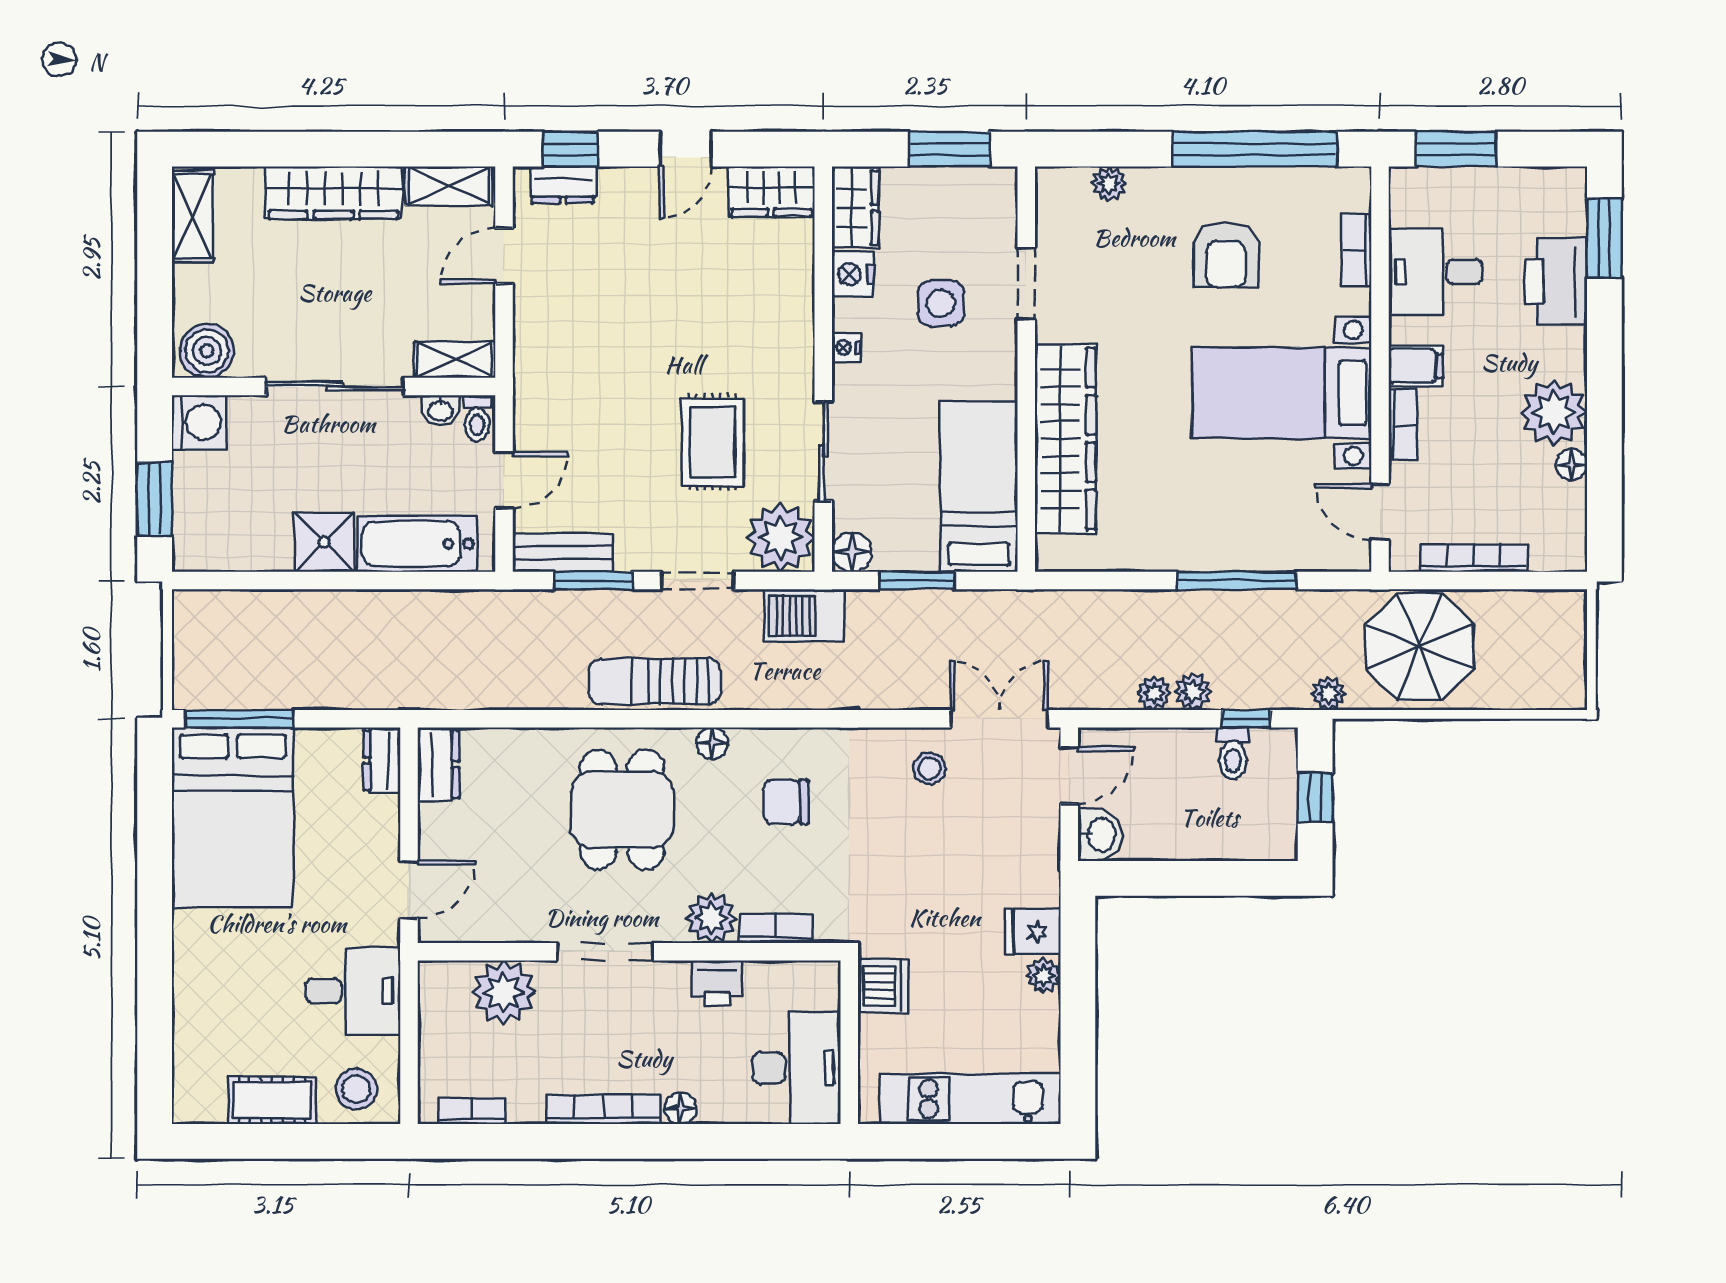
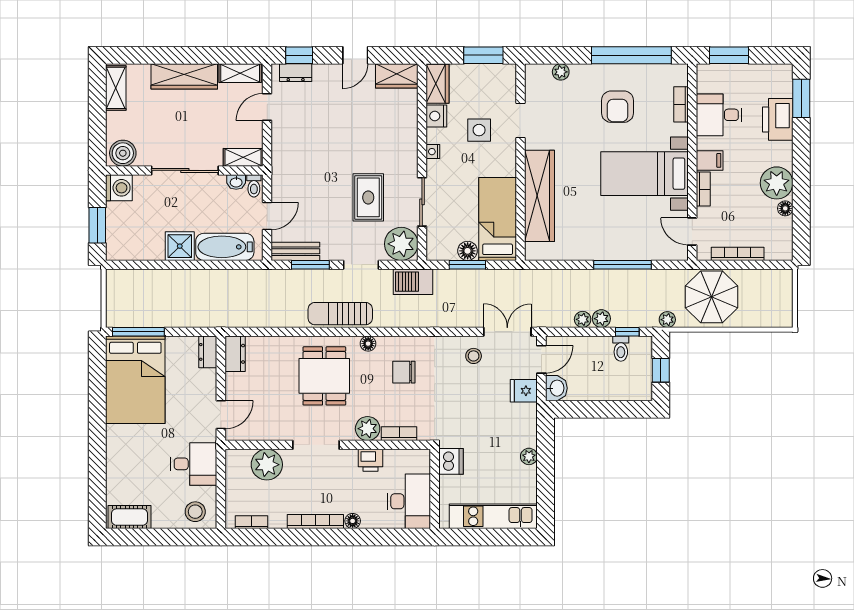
floor lamp: (852, 552) -> (468, 251), moved
fridge: (1033, 932) -> (524, 391), moved
cot: (272, 1100) -> (129, 517), moved

